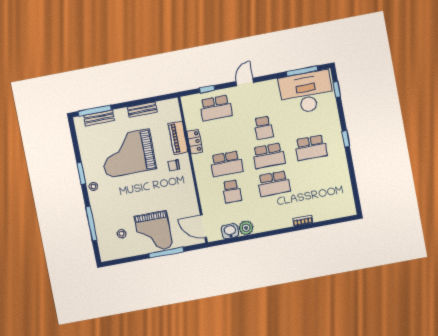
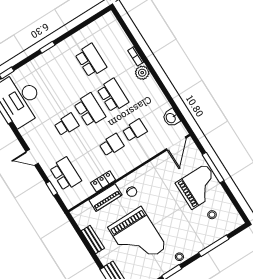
school desk: (311, 148) -> (91, 61), moved
school desk: (227, 164) -> (112, 145), width x0.54
plant: (246, 228) -> (142, 73), moved

